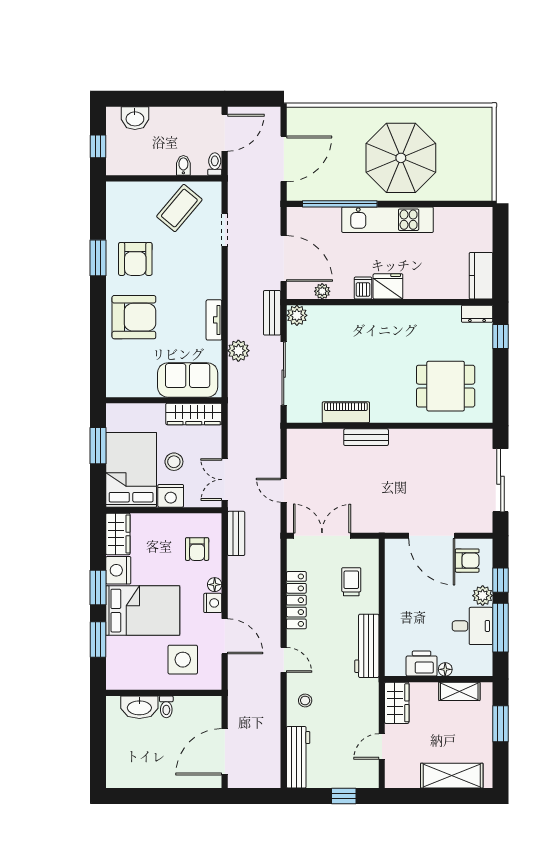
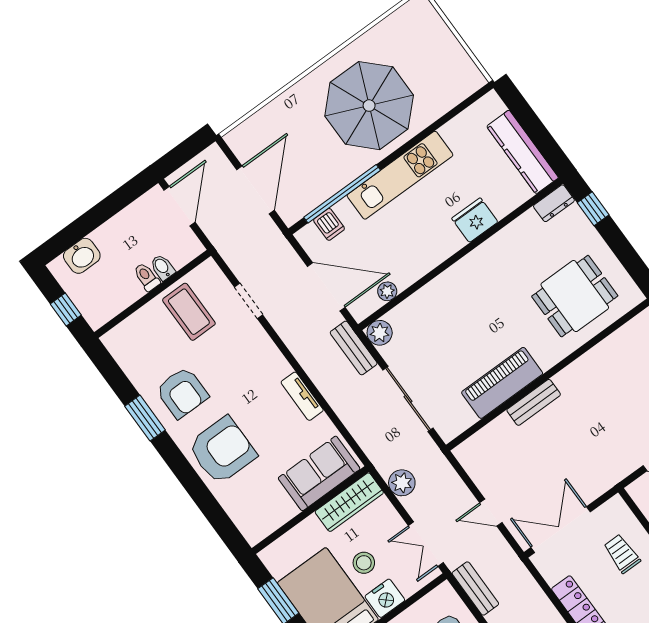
toilet: (215, 164) -> (147, 277), moved
coffee table: (179, 208) -> (189, 312), turned -40
kitchen counter: (481, 276) -> (523, 152), width x1.50
fridge: (388, 286) -> (475, 220), moved
dishwasher: (363, 288) -> (329, 224), moved, turned 180
plant: (238, 351) -> (402, 483), moved
piano: (346, 412) -> (502, 383), width x1.37, depth x1.33

